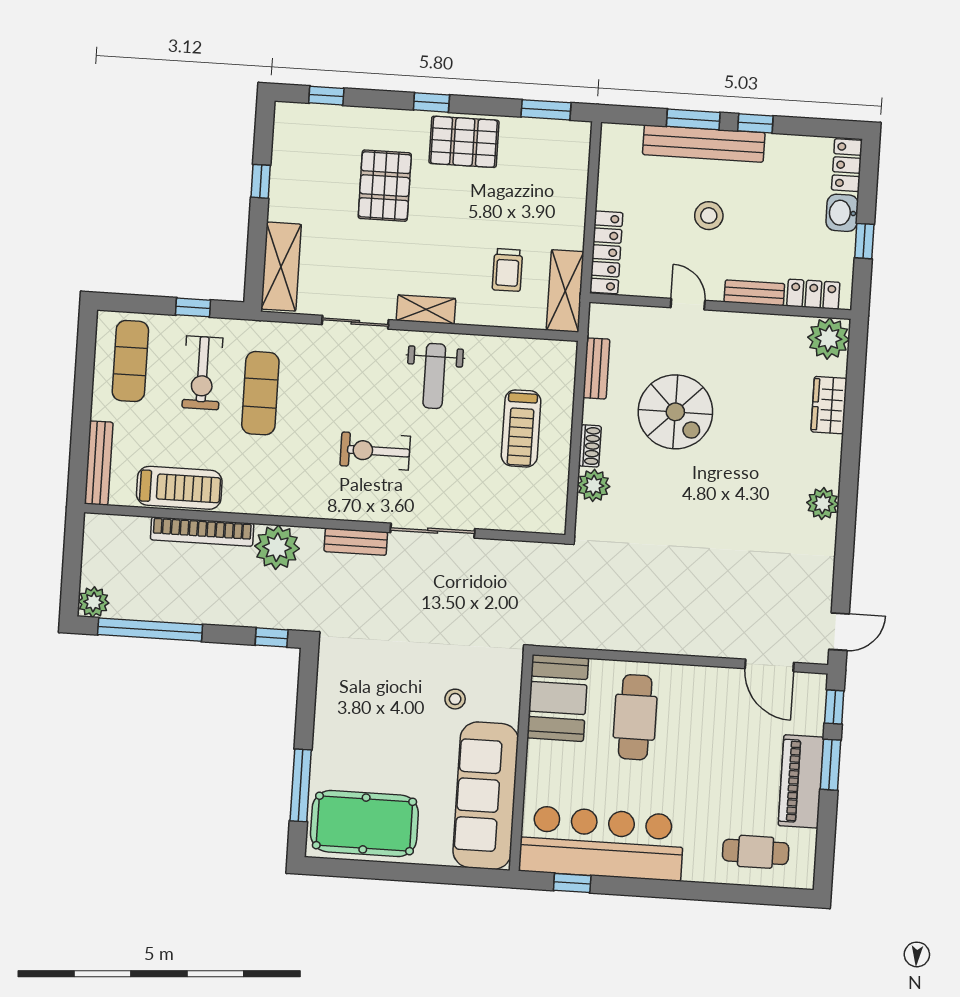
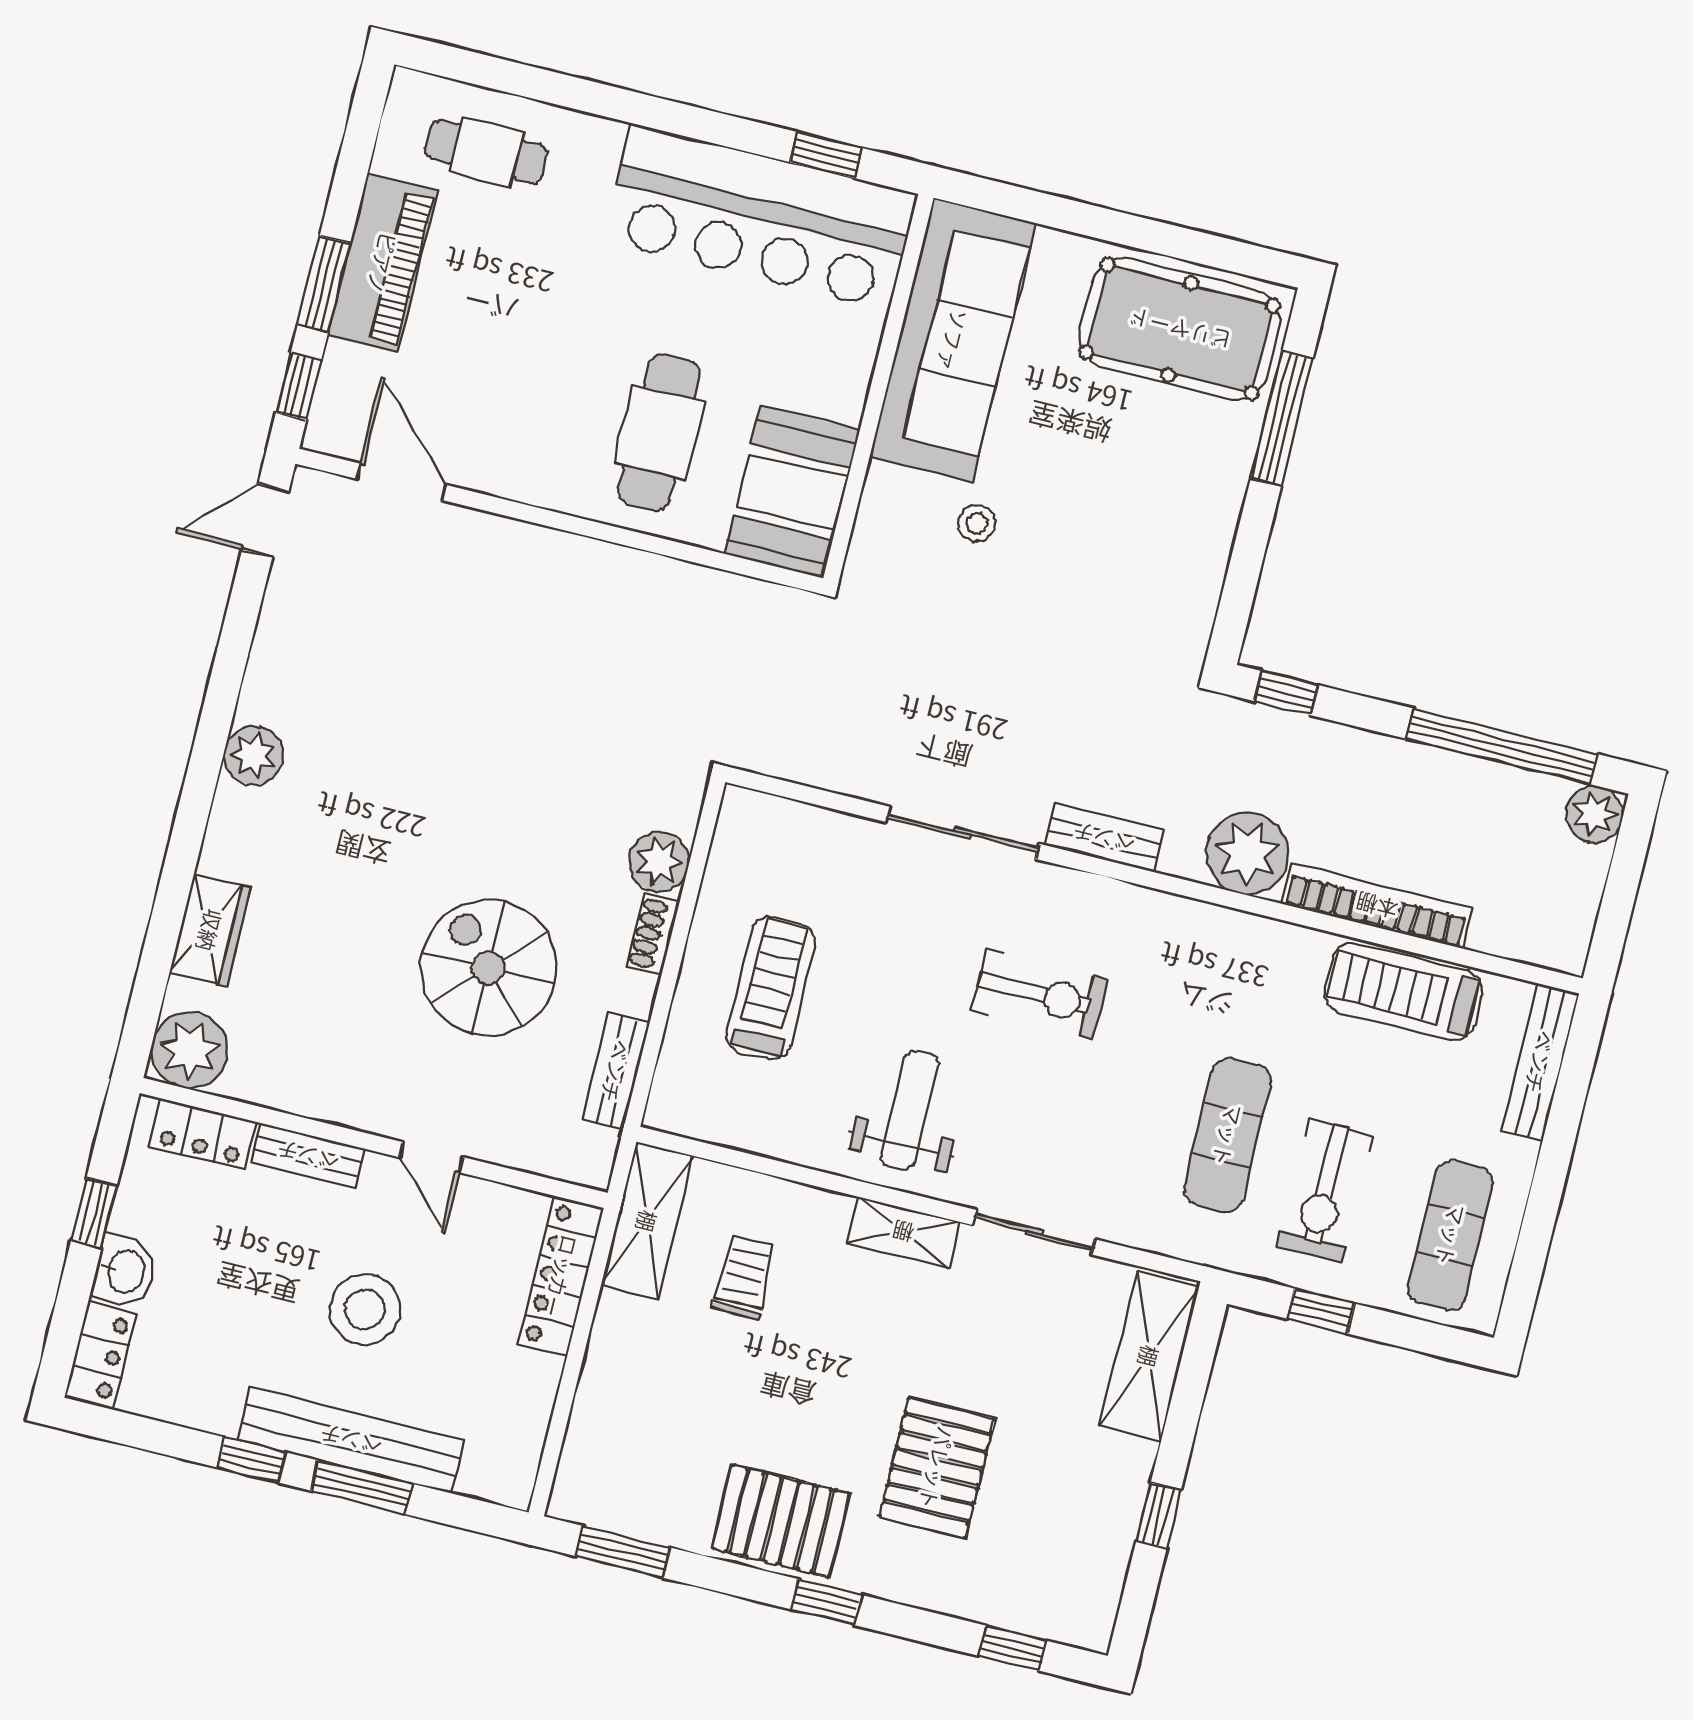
stool: (709, 216) -> (365, 1309), width x1.38, depth x1.38
exercise bike: (202, 373) -> (1325, 1191), turned 180

